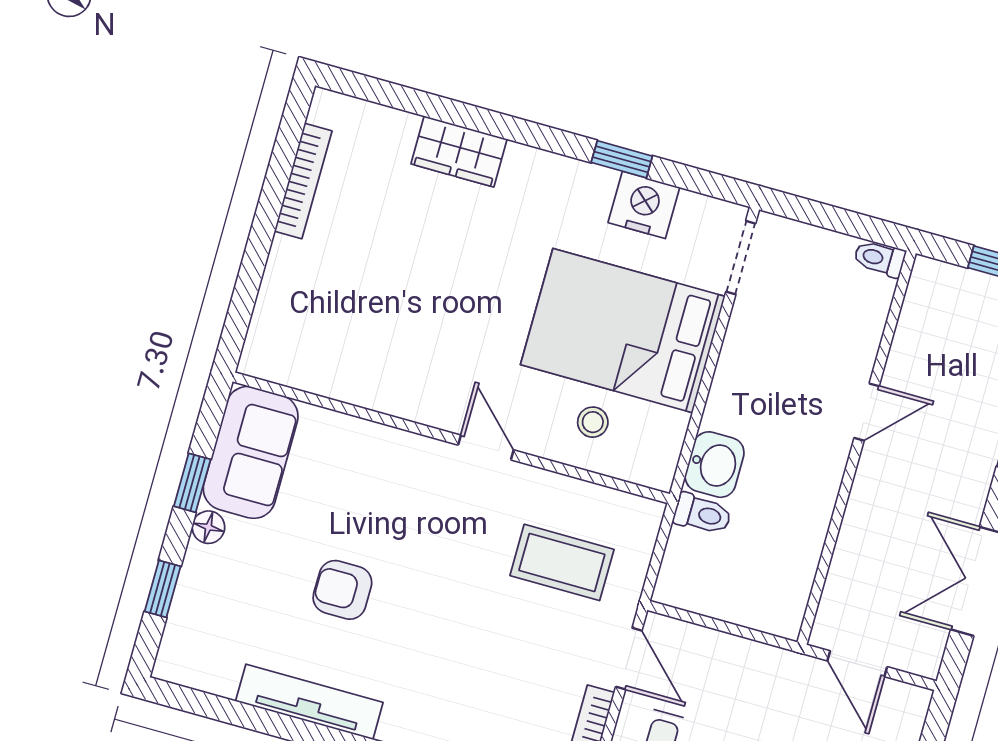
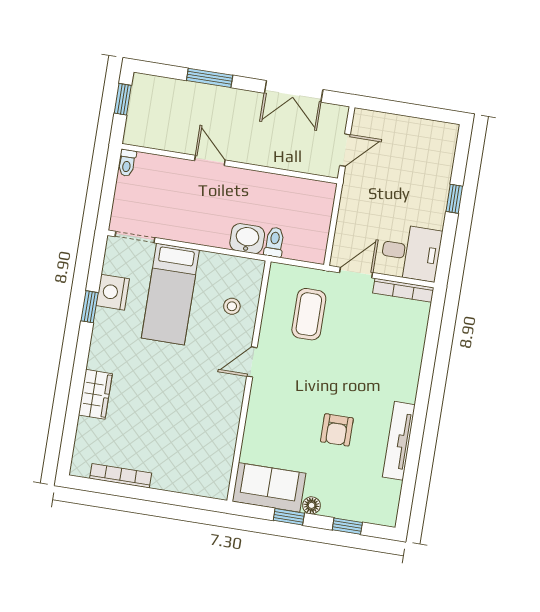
bed: (623, 331) -> (170, 294), width x0.67

